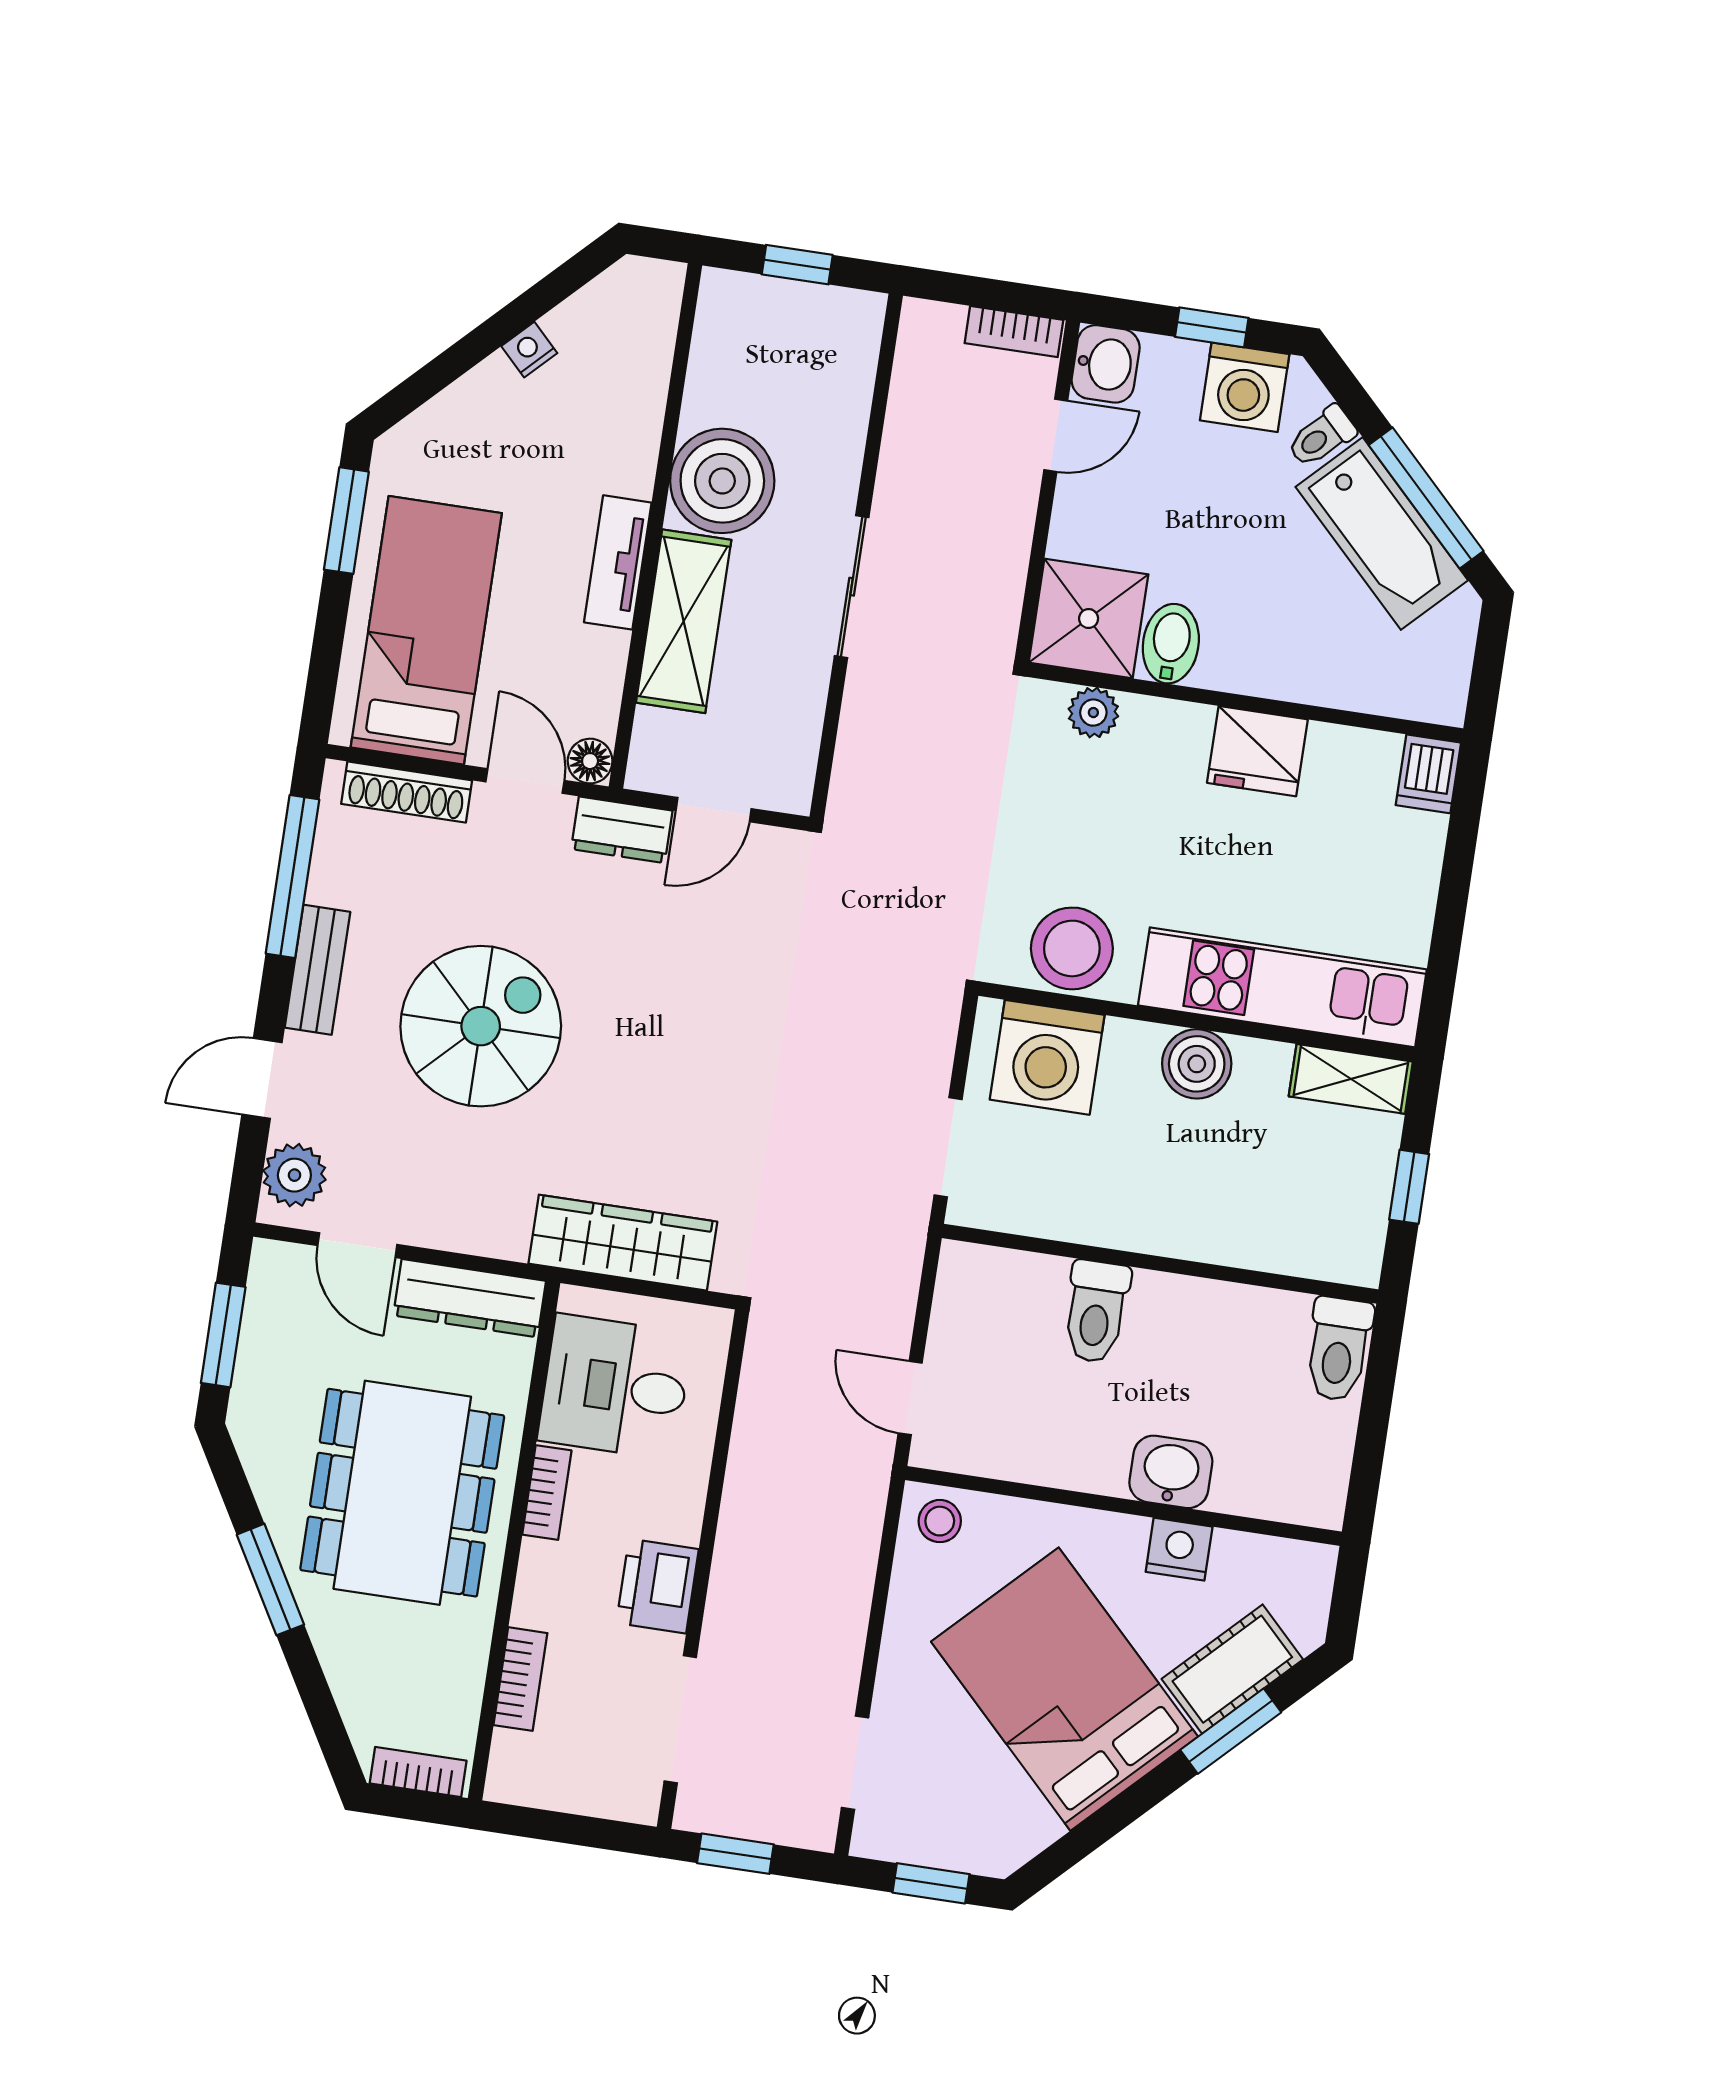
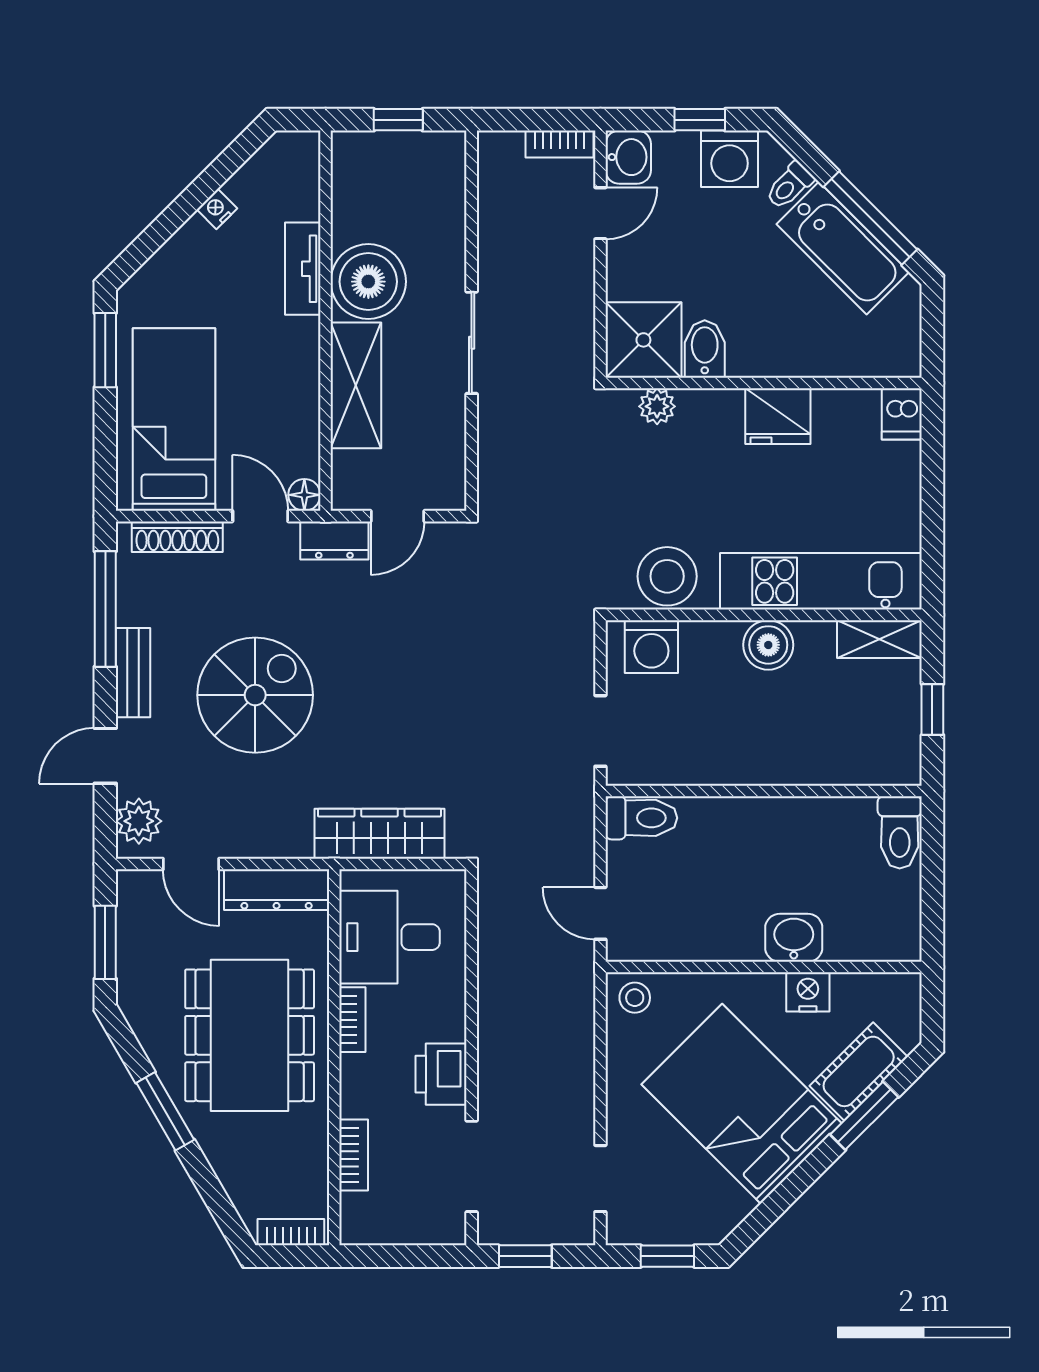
tv unit: (618, 562) -> (303, 269), moved
washing machine: (1047, 1057) -> (651, 647), width x0.73, depth x0.73
toilet: (1096, 1312) -> (641, 818), moved, turned -90

